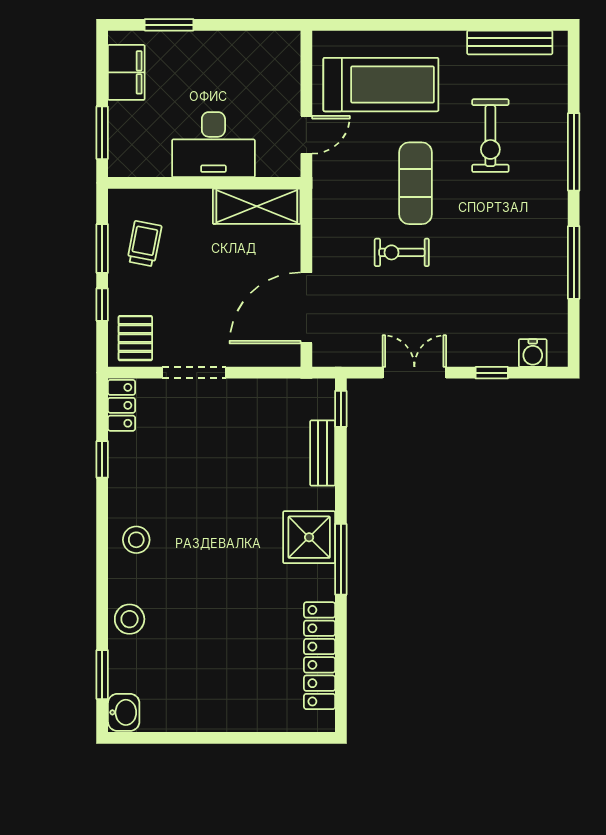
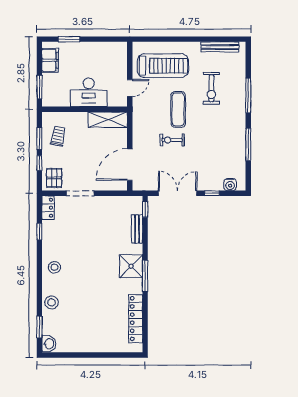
double door: (414, 373) -> (178, 193), width x1.37

